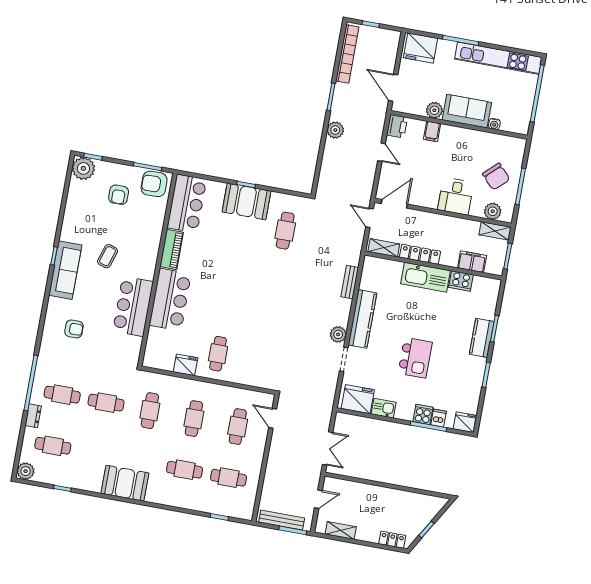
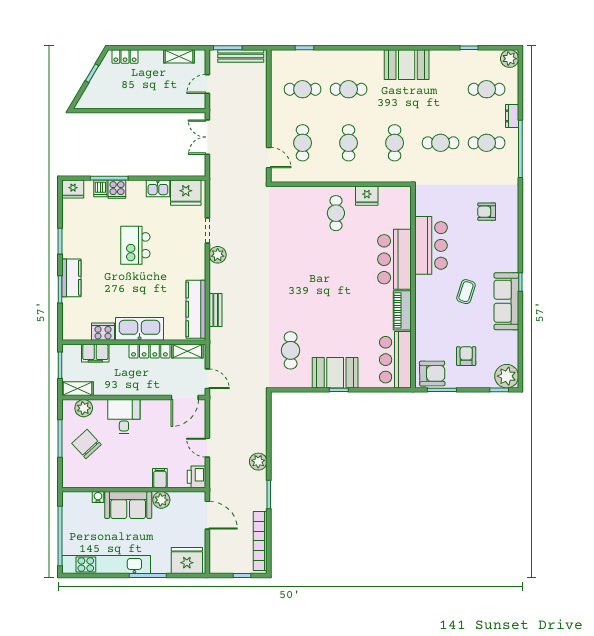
sofa: (65, 270) -> (506, 301), moved
kitchen counter: (362, 319) -> (196, 309), moved

